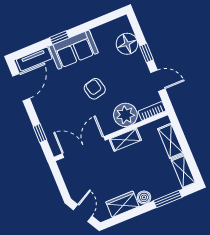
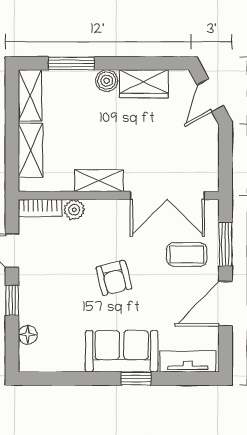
floor lamp: (127, 44) -> (28, 335), width x0.53, depth x0.53
door: (21, 87) -> (226, 304), moved
plant: (125, 115) -> (74, 210), width x0.53, depth x0.53
coffee table: (59, 119) -> (187, 254), added
window: (40, 133) -> (226, 244), width x1.50

